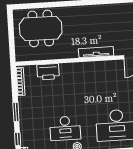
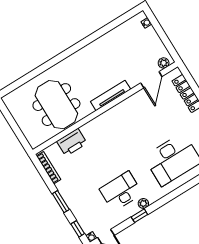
meeting table: (41, 28) -> (56, 105), moved, turned 90
desk: (65, 128) -> (121, 191), turned 180

